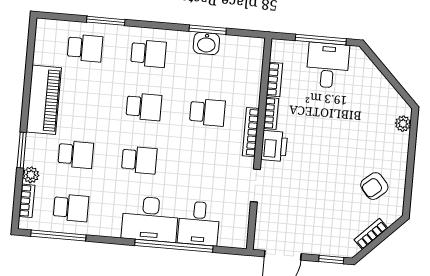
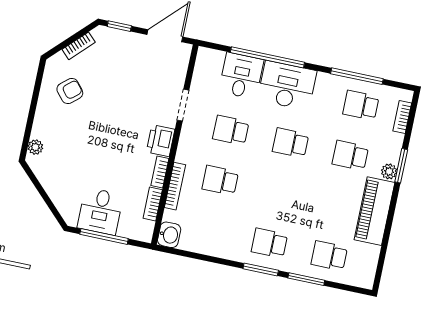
window: (208, 30) -> (261, 269), moved
washbasin: (206, 43) -> (169, 235), moved, turned 90
school desk: (144, 107) -> (231, 130), moved
bookcase: (251, 132) -> (175, 186), moved
plant: (31, 175) -> (389, 171), moved
window: (58, 236) -> (357, 76), moved

